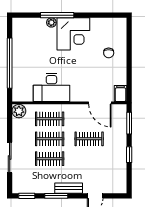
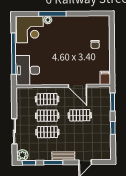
corner desk: (73, 34) -> (30, 29), moved
desk: (51, 87) -> (28, 70), moved, turned 90
door: (100, 103) -> (77, 86), moved
plant: (19, 111) -> (22, 155), moved

